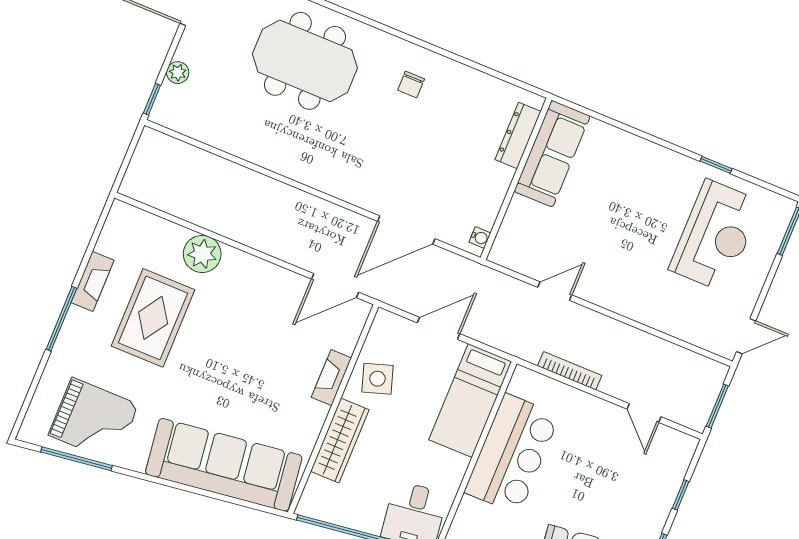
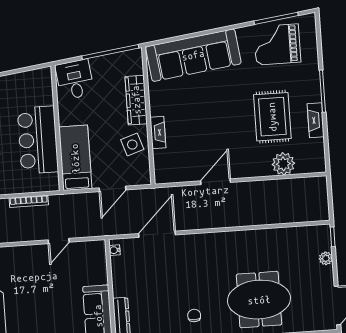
plant: (202, 254) -> (283, 164), moved
door: (335, 286) -> (216, 182), moved

